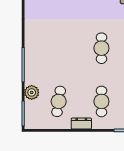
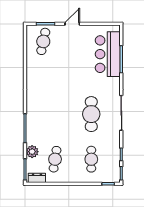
cafe table: (101, 48) -> (91, 114), width x1.37, depth x1.35
dresser: (81, 124) -> (37, 178), moved

